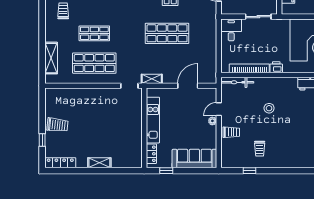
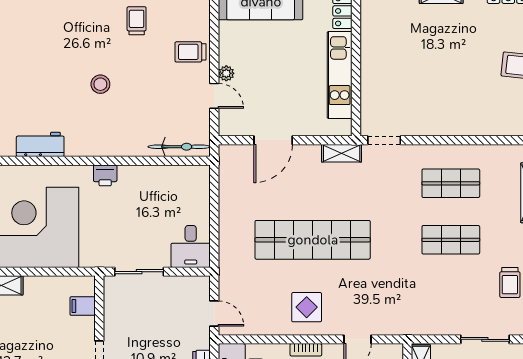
shop shelf: (167, 33) -> (313, 240), width x1.40
shop shelf: (94, 63) -> (451, 183), width x0.70, depth x0.74
bookcase: (249, 68) -> (156, 173), removed
stool: (269, 108) -> (100, 84), moved
door: (219, 109) -> (214, 96), hinge flipped

